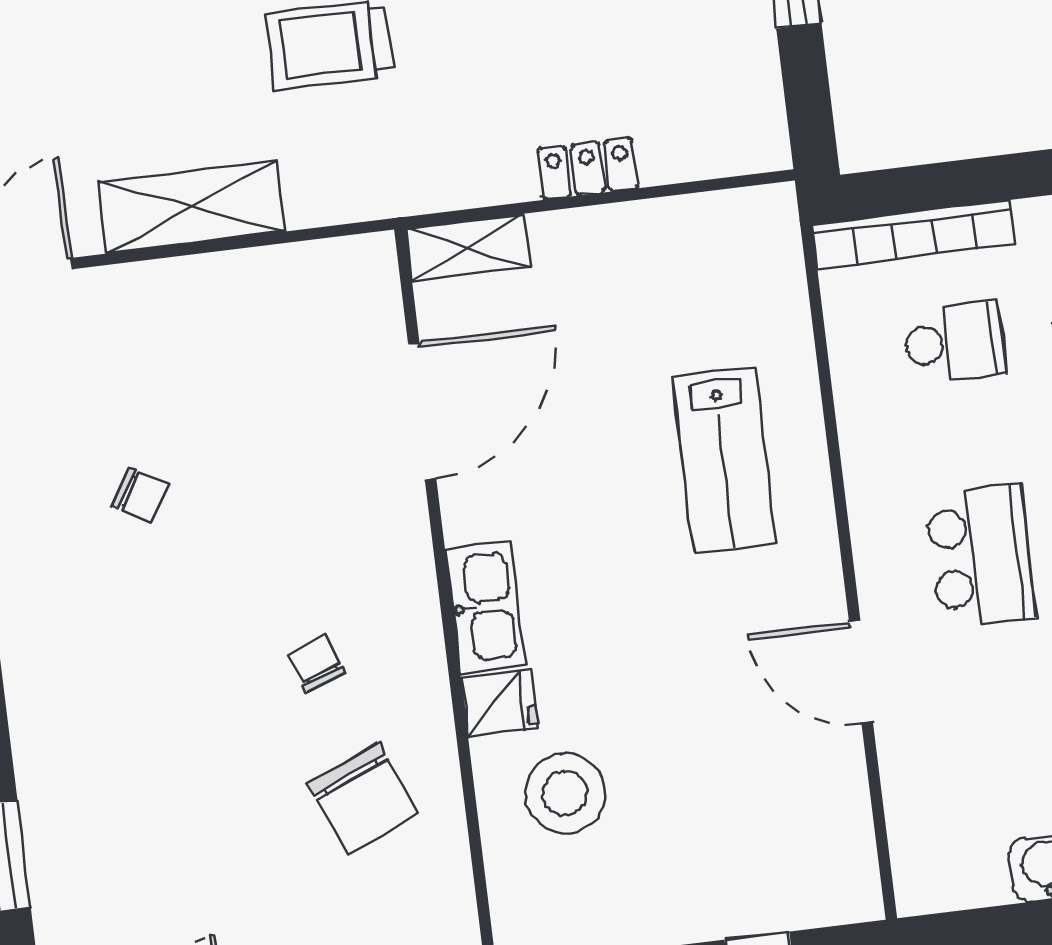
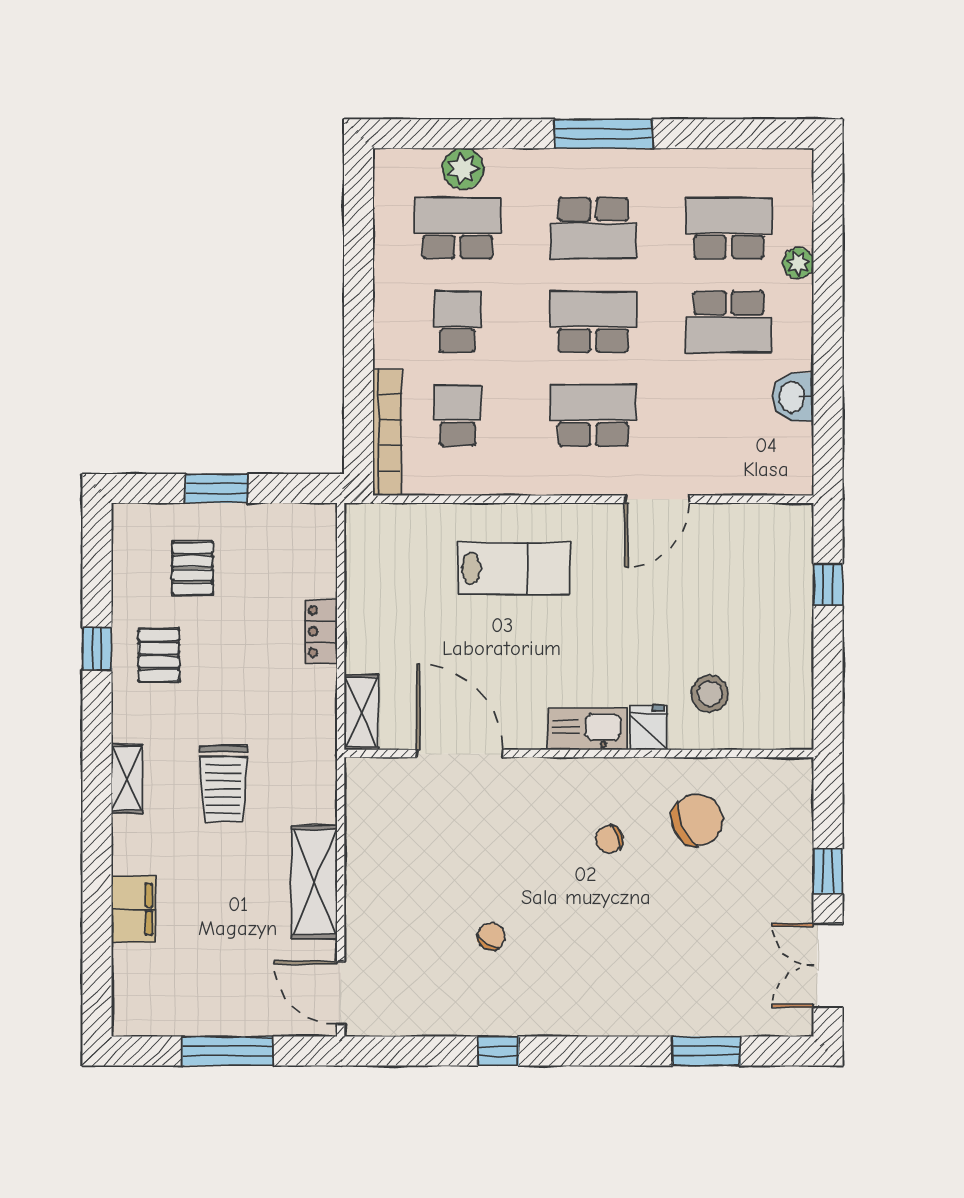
stool: (565, 793) -> (710, 694), width x0.73, depth x0.73

